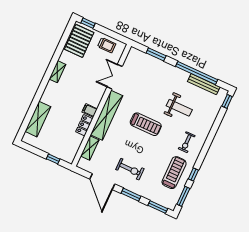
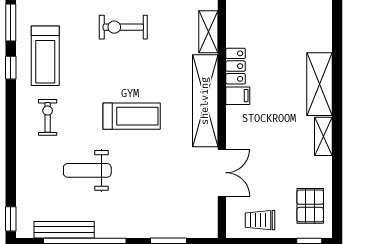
pallet: (79, 41) -> (310, 206), width x0.67, depth x0.71
shelving: (38, 119) -> (319, 84), moved
treadmill: (146, 124) -> (132, 116), turned 180

